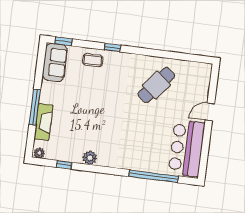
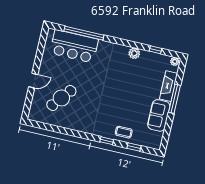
window: (63, 41) -> (134, 147), moved
sofa: (55, 62) -> (159, 115), moved
cafe table: (156, 85) -> (61, 98), moved
bar counter: (187, 148) -> (74, 46), moved, turned 90

